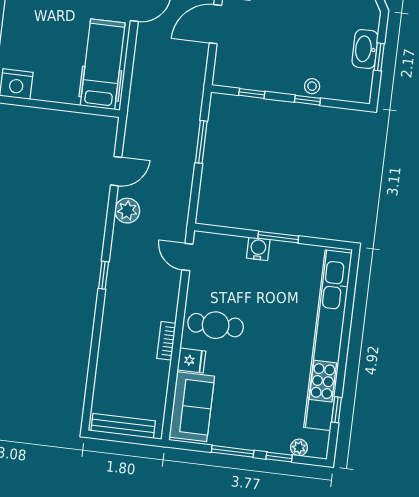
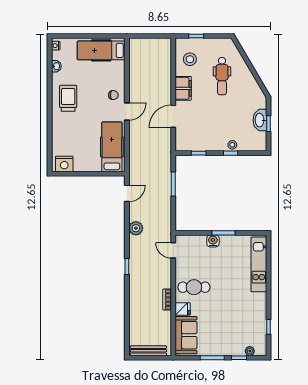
door: (116, 171) -> (127, 193), moved
kitchen unit: (328, 340) -> (259, 264), width x0.54

